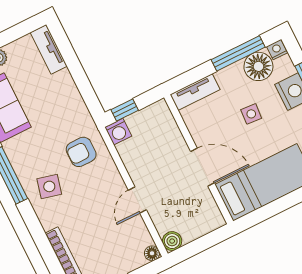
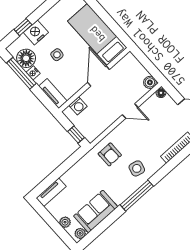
nightstand: (277, 50) -> (33, 73), moved
washing machine: (118, 132) -> (78, 106), moved, turned 90

